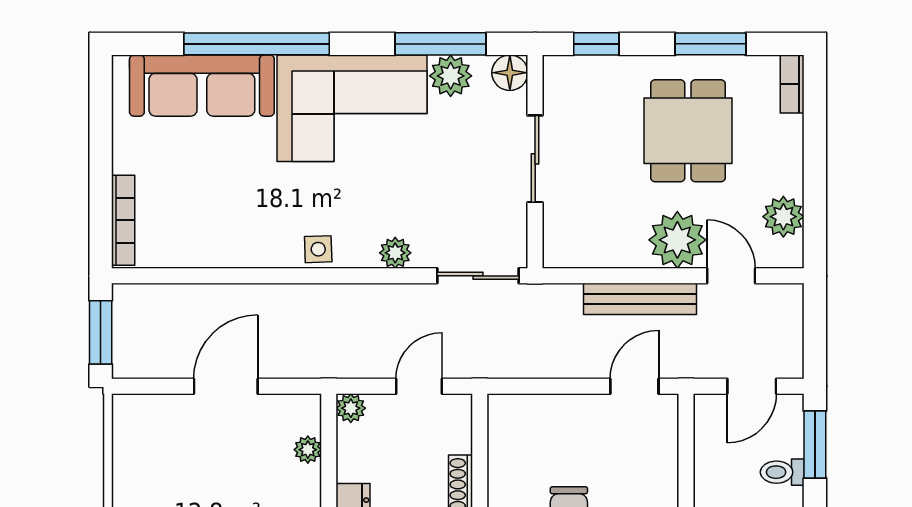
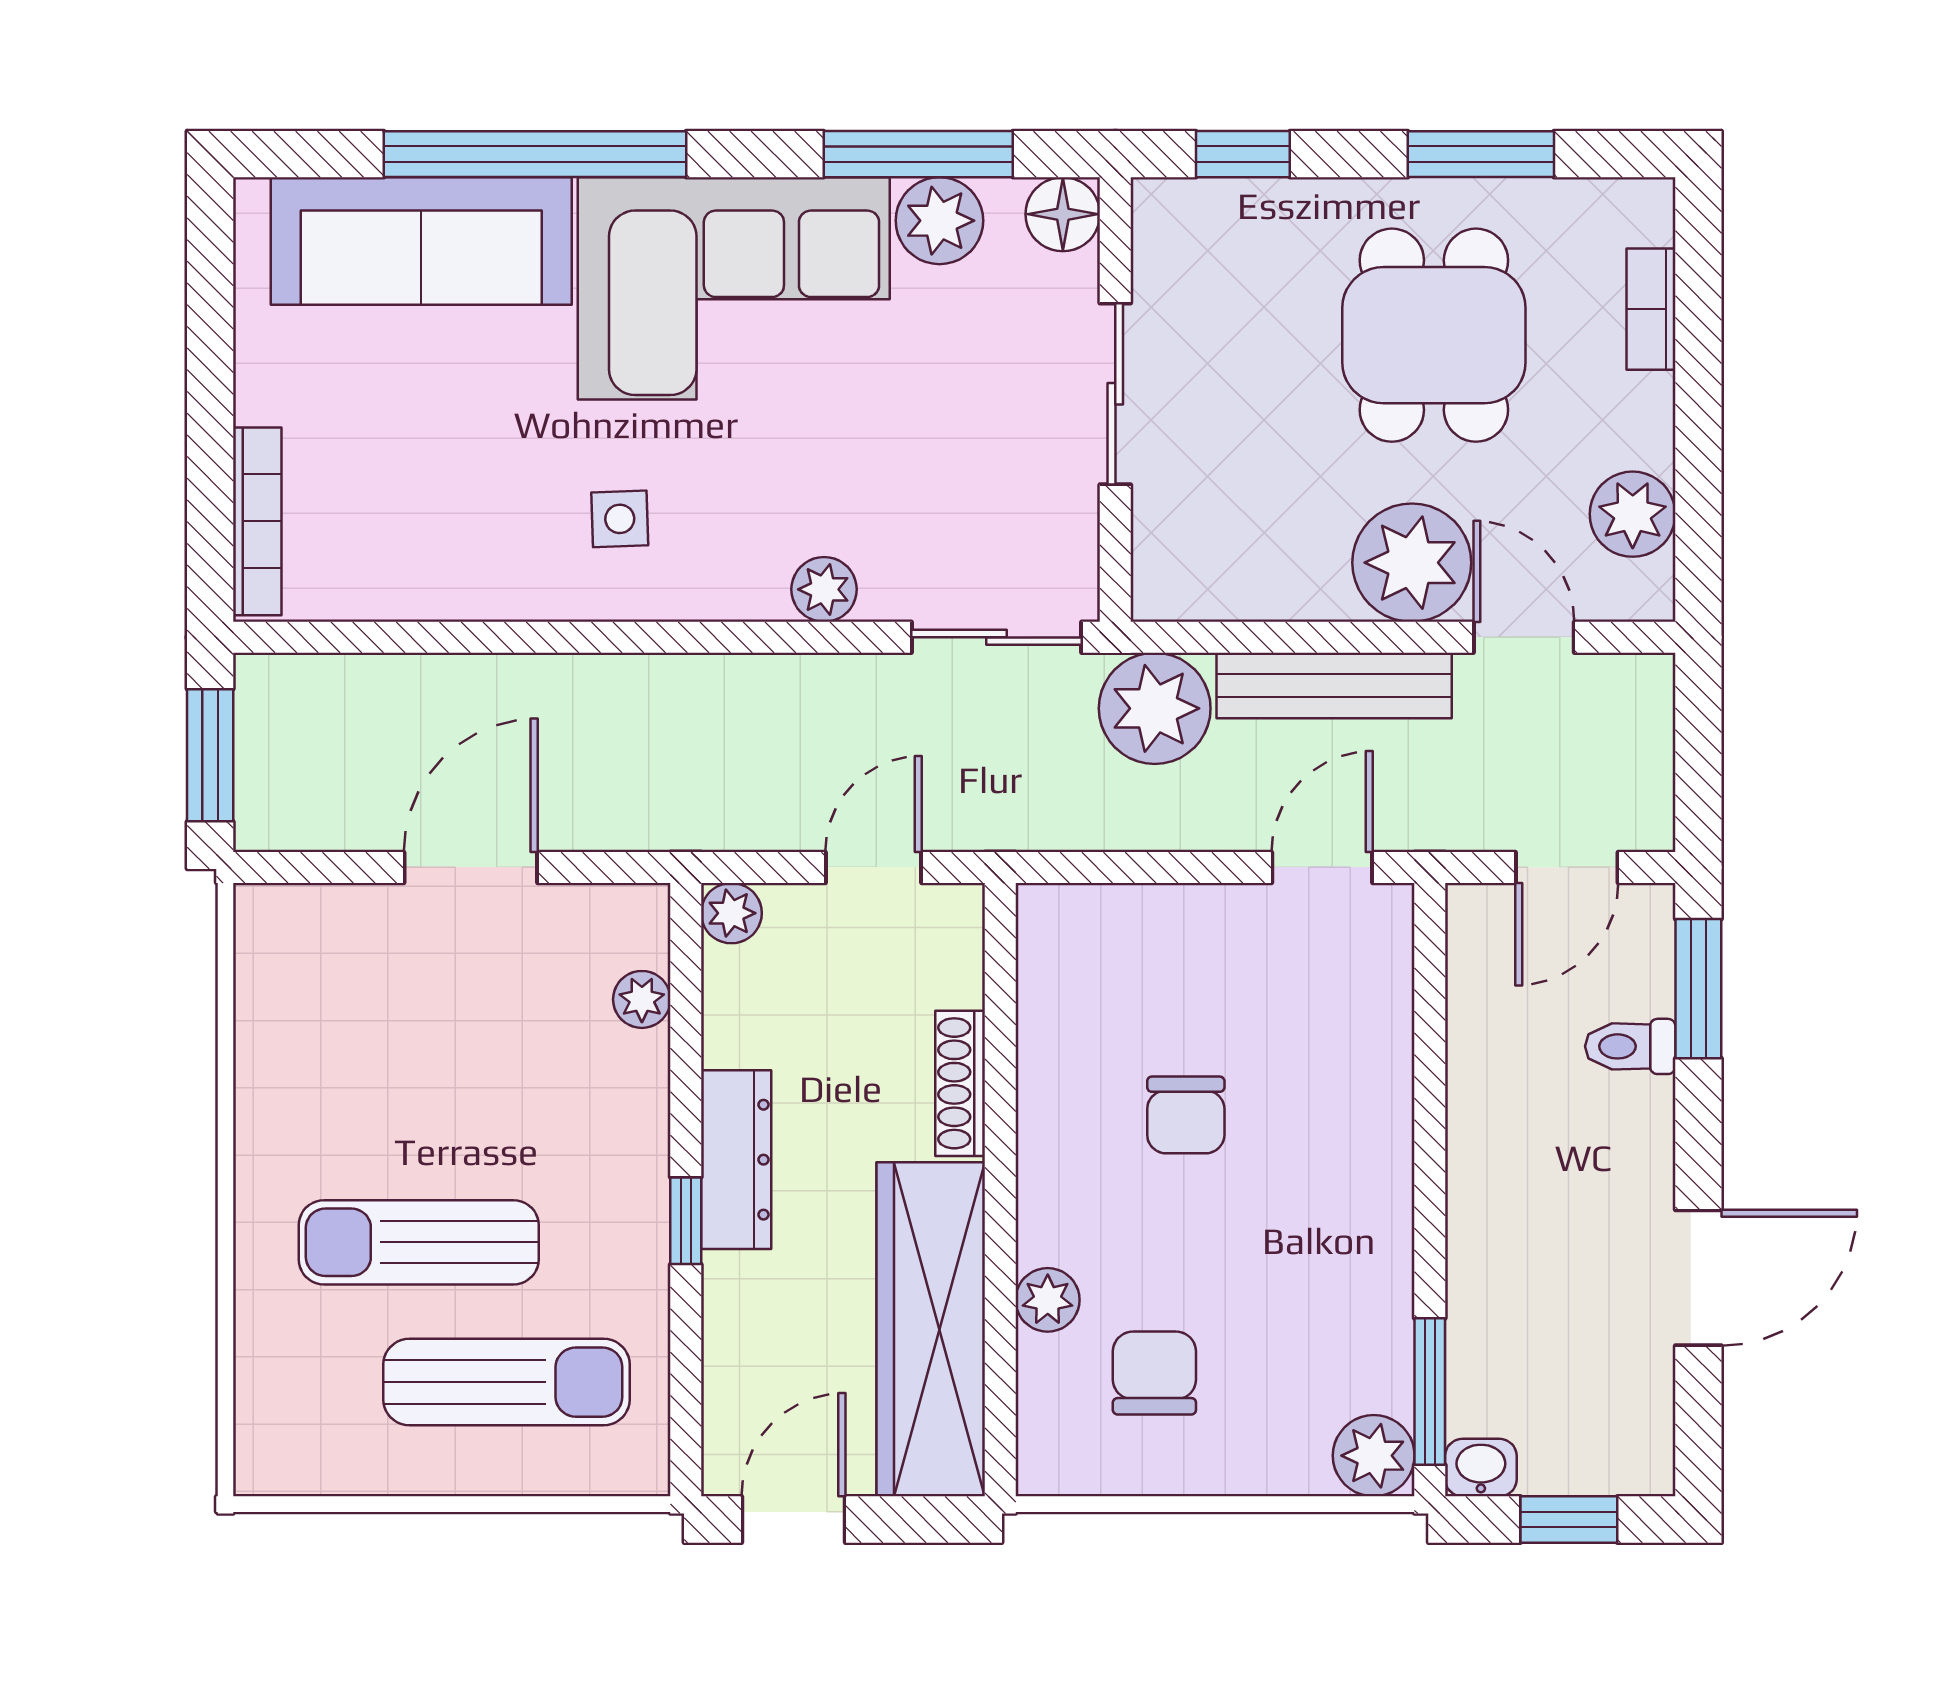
bookcase: (792, 84) -> (1651, 309), moved
side table: (318, 249) -> (620, 519), moved
plant: (554, 310) -> (1155, 708), added

